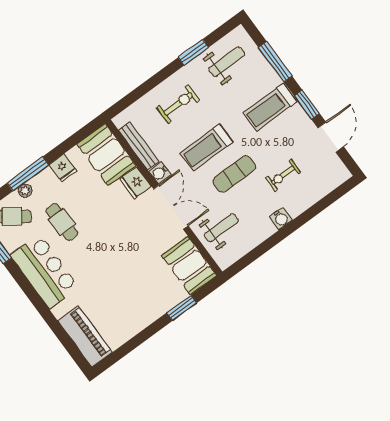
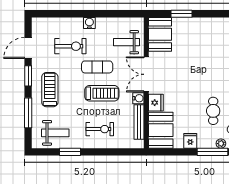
weight bench: (227, 62) -> (55, 133), turned 180
exercise bike: (178, 104) -> (100, 129), turned 180
treadmill: (270, 107) -> (50, 90), turned -90
exercise bike: (283, 175) -> (70, 46), width x1.38, depth x1.39

